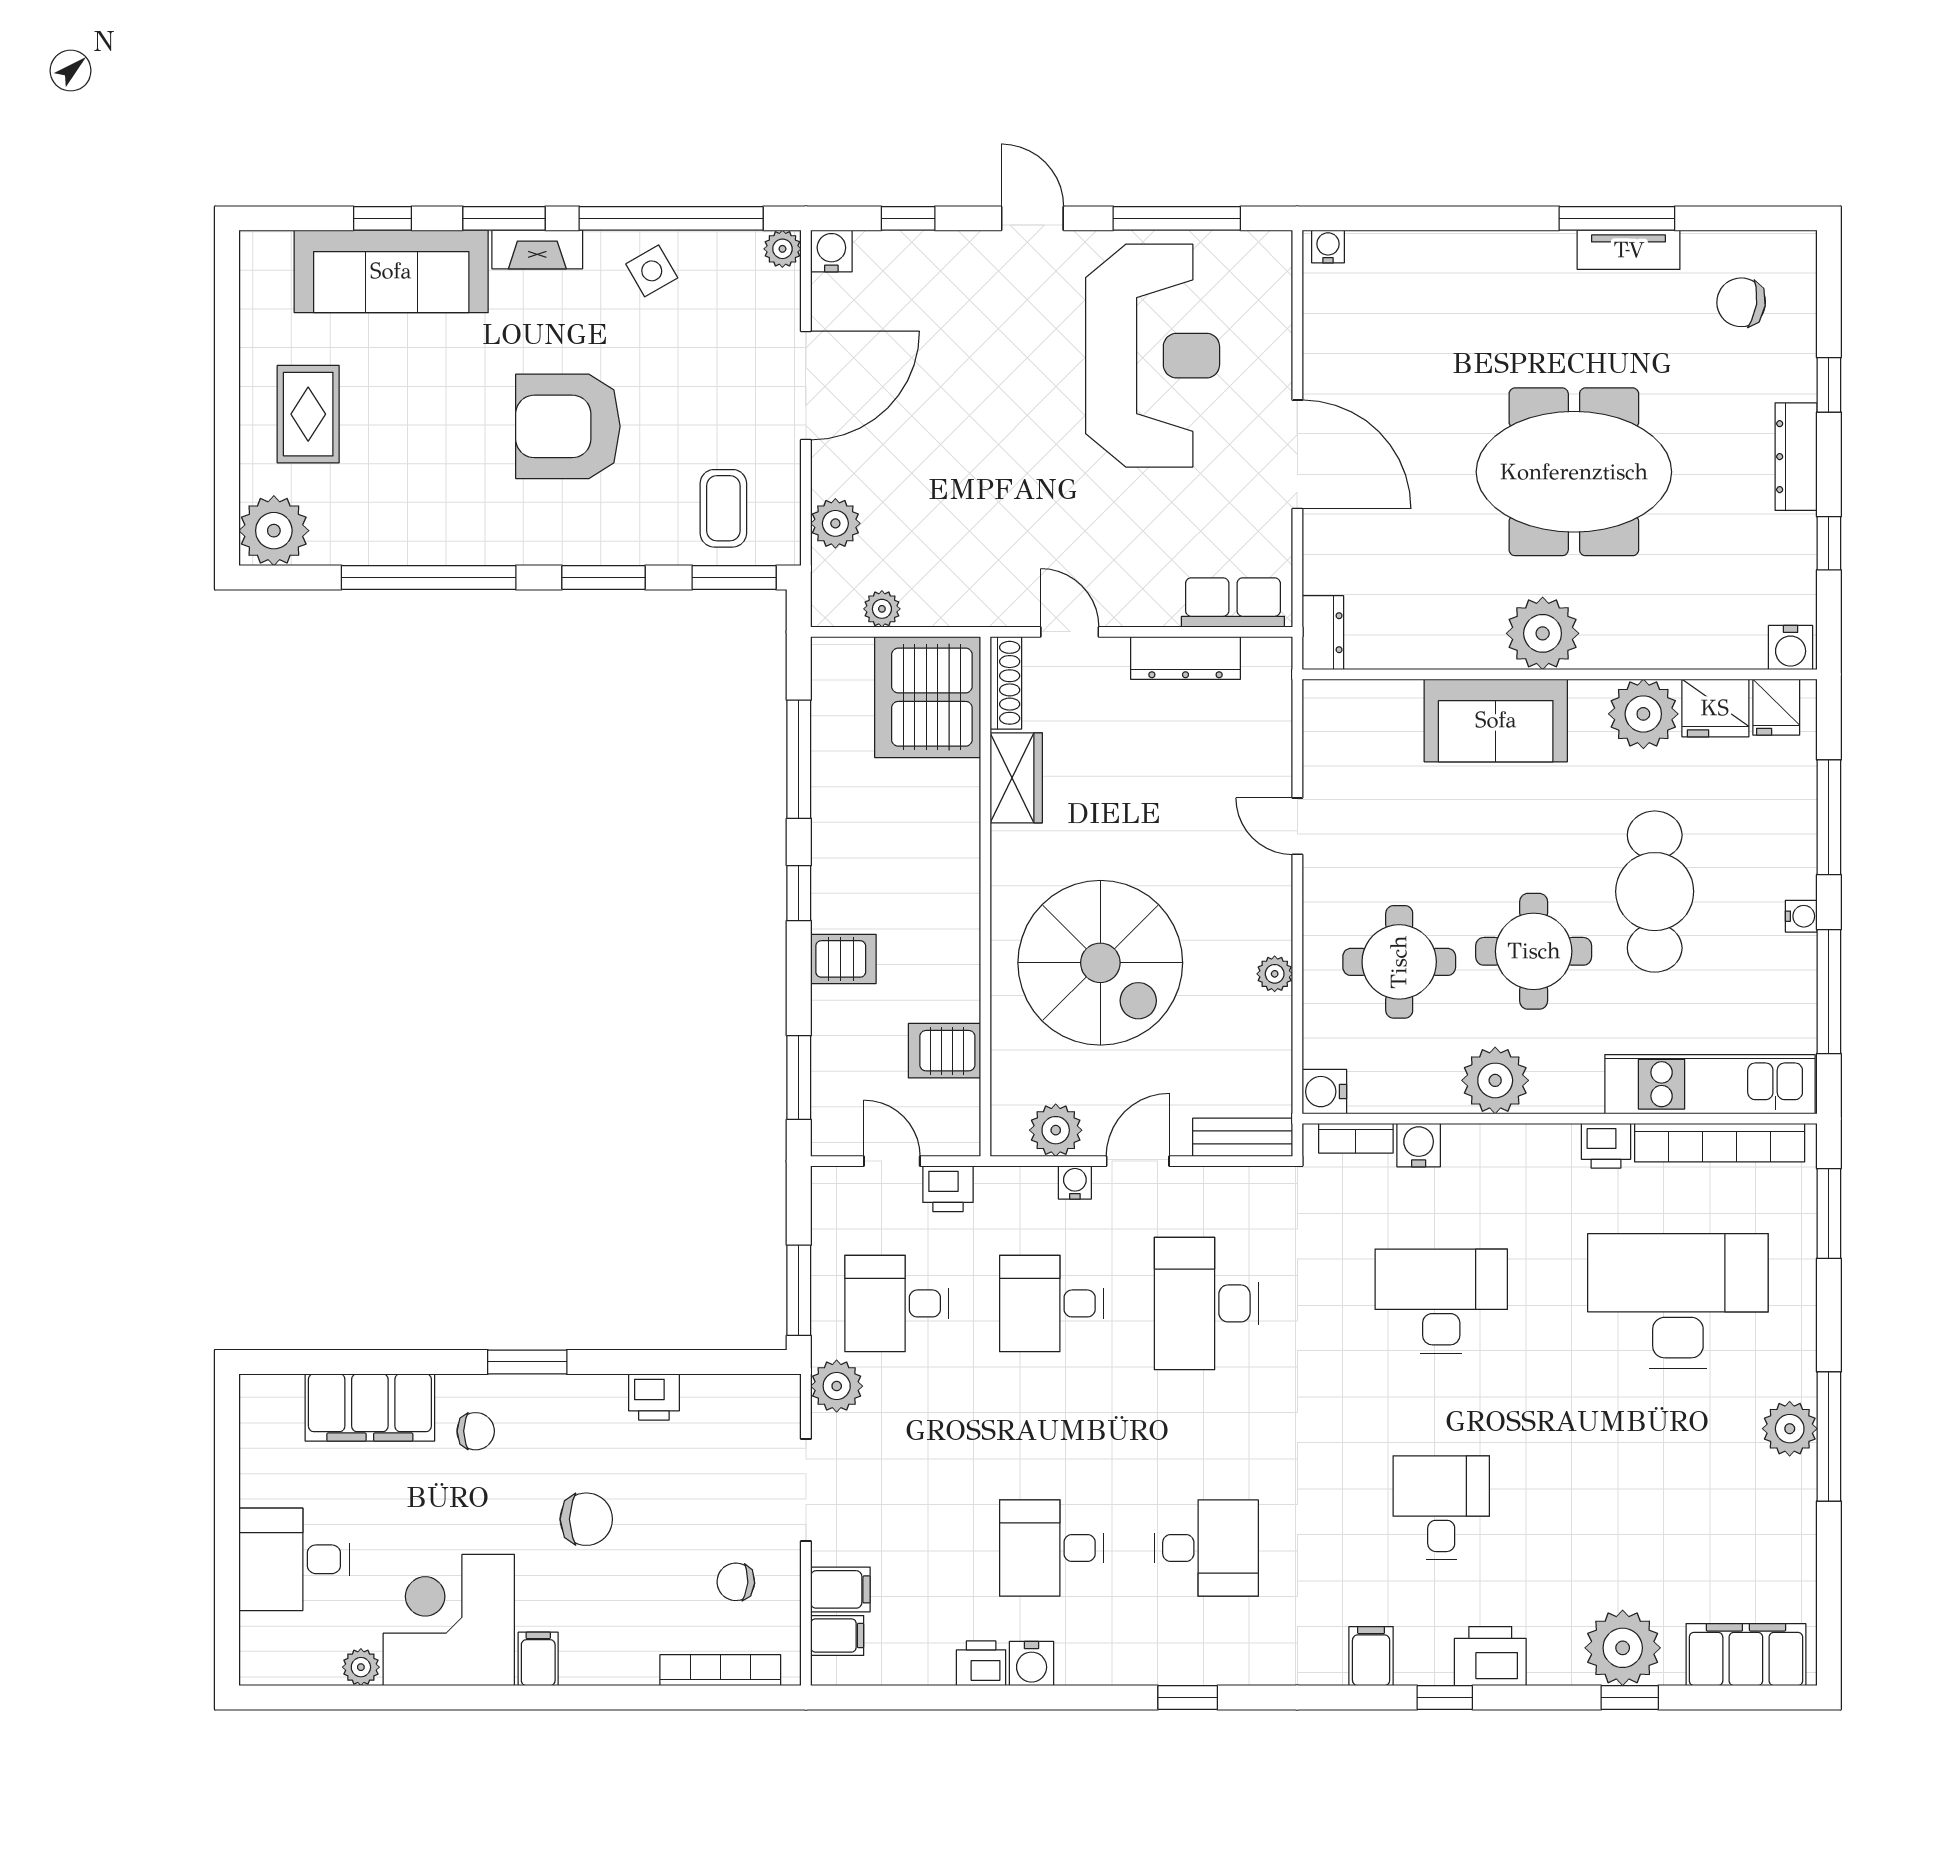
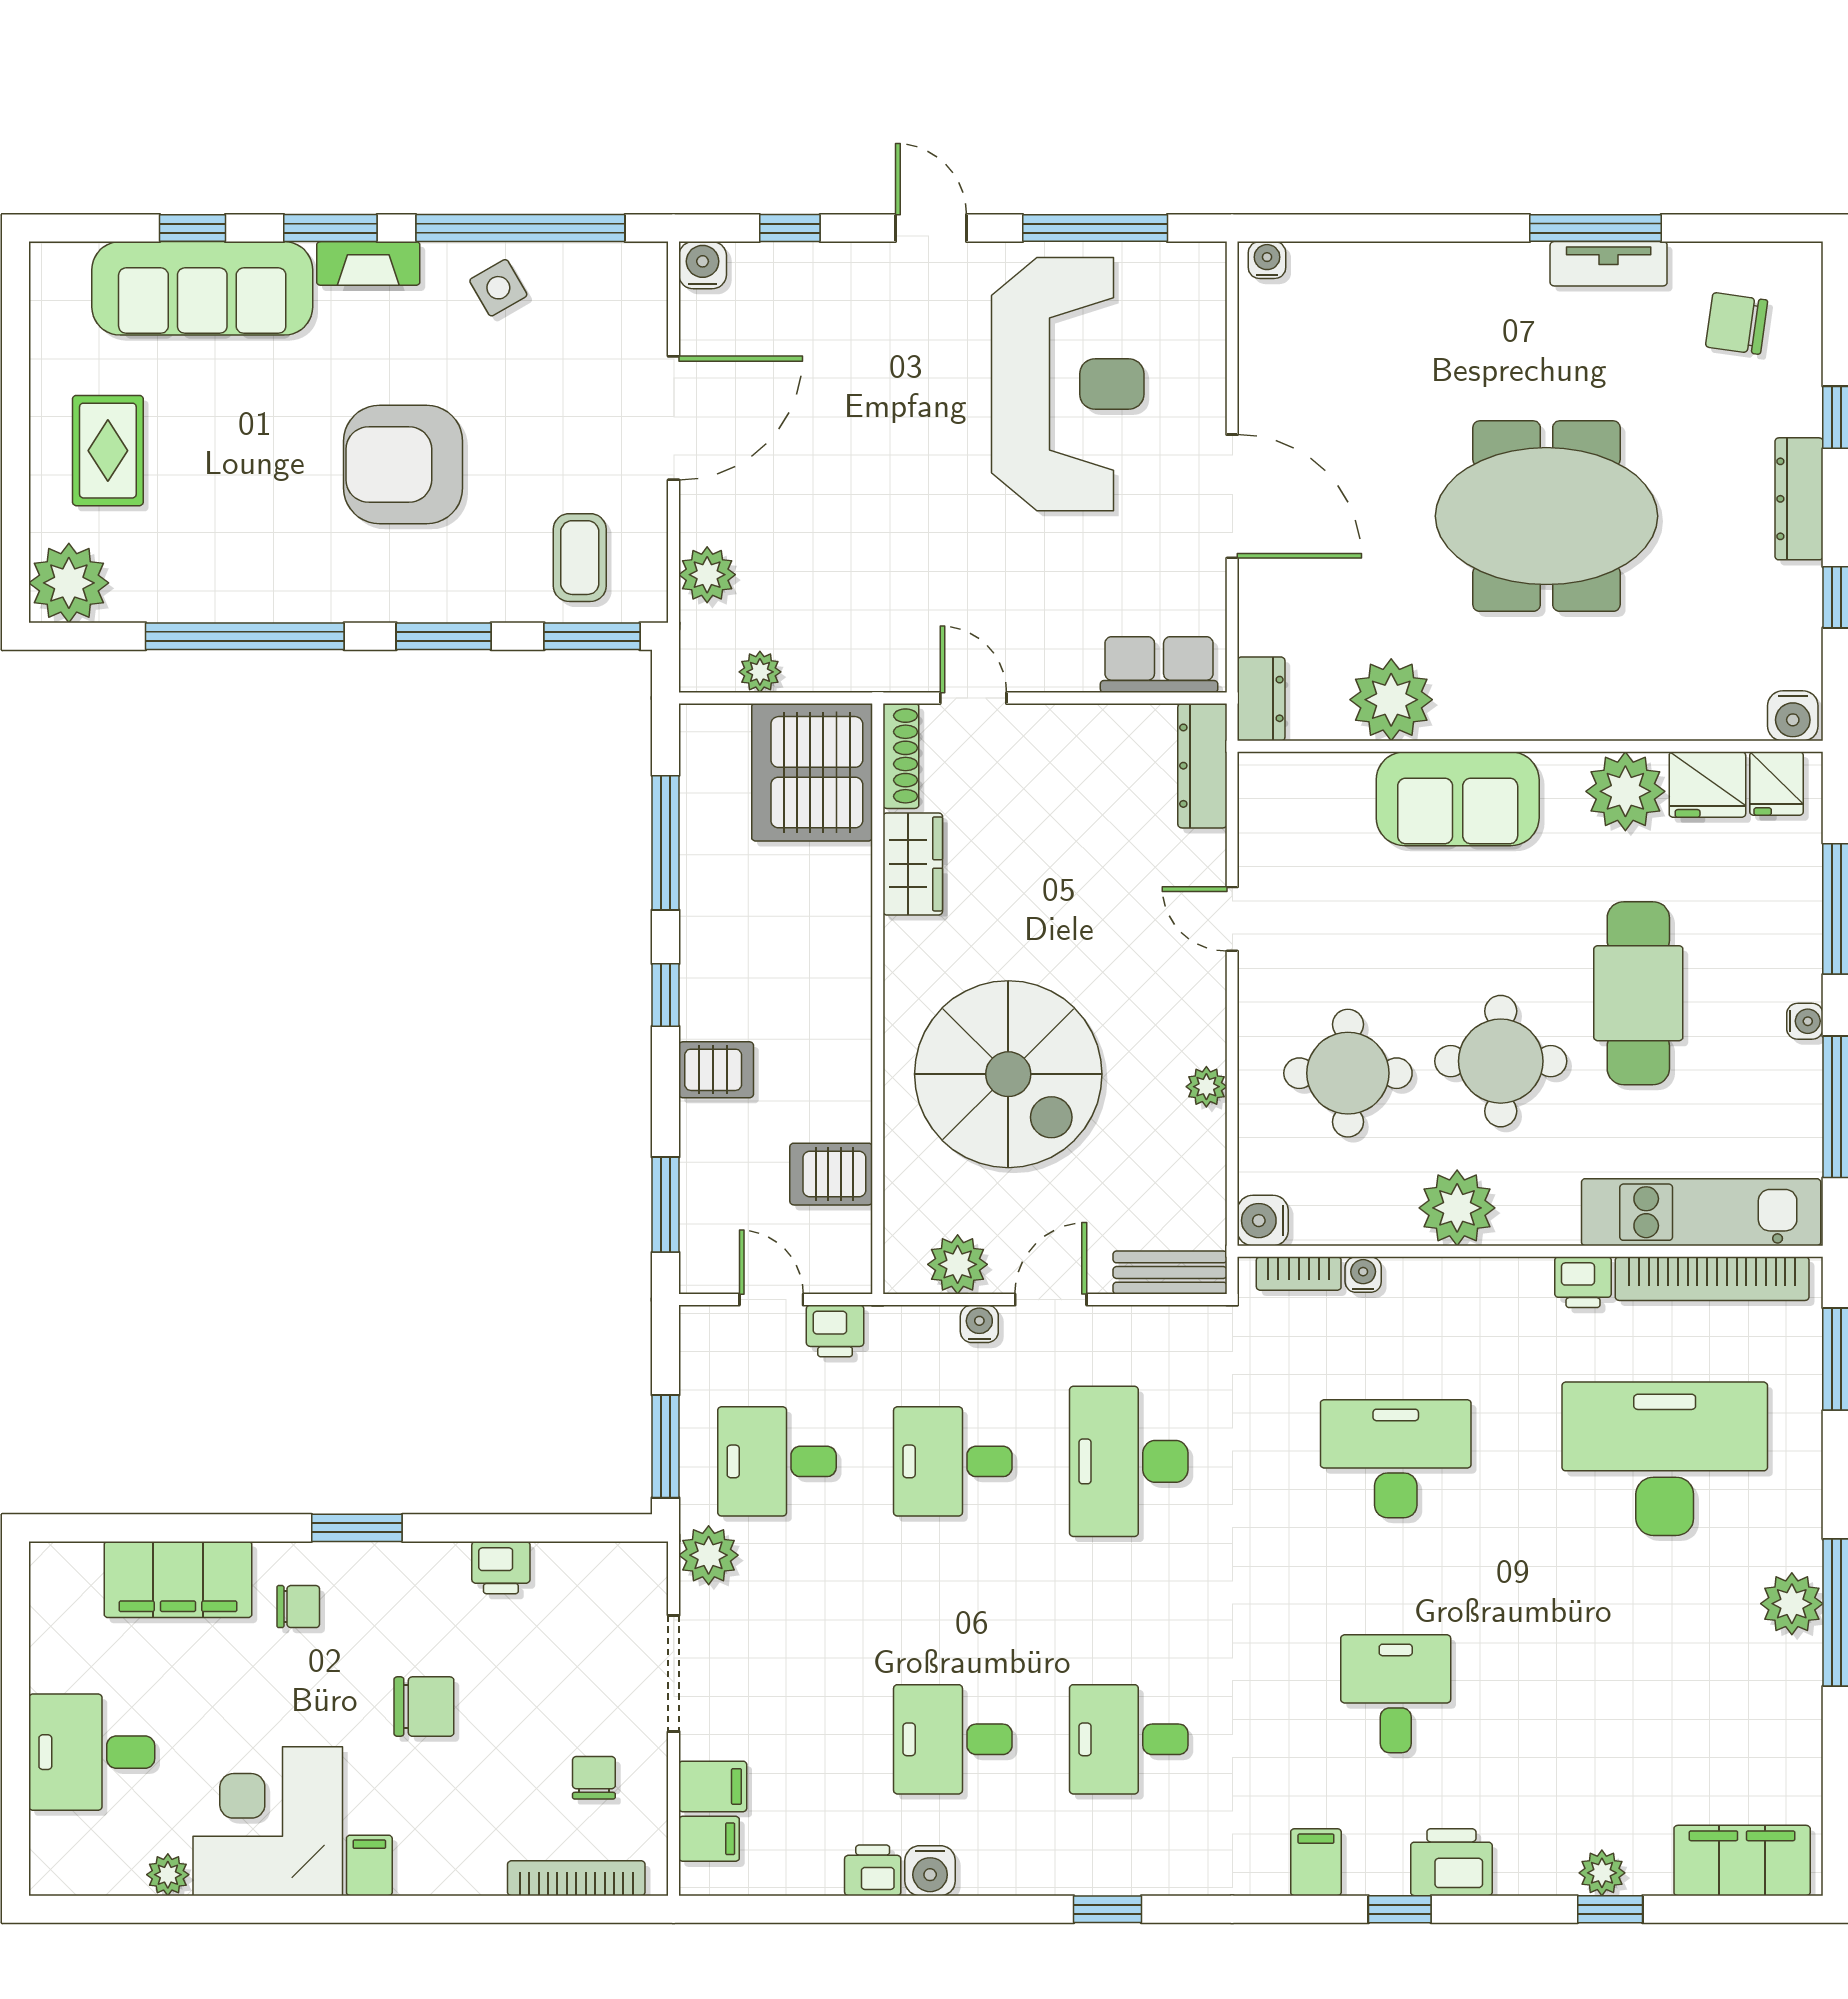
plant: (782, 249) -> (647, 263), removed
plant: (1543, 633) -> (1391, 700), moved
dresser: (1185, 658) -> (1202, 766), moved, turned 90
water cooler: (1419, 1145) -> (1363, 1275), width x0.72, depth x0.72
desk: (1206, 1548) -> (1129, 1739), turned 180
chair: (736, 1582) -> (594, 1778), turned 86
plant: (1623, 1648) -> (1602, 1873), width x0.53, depth x0.53

